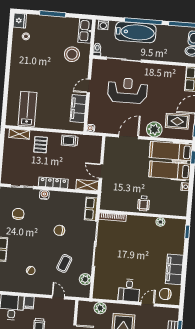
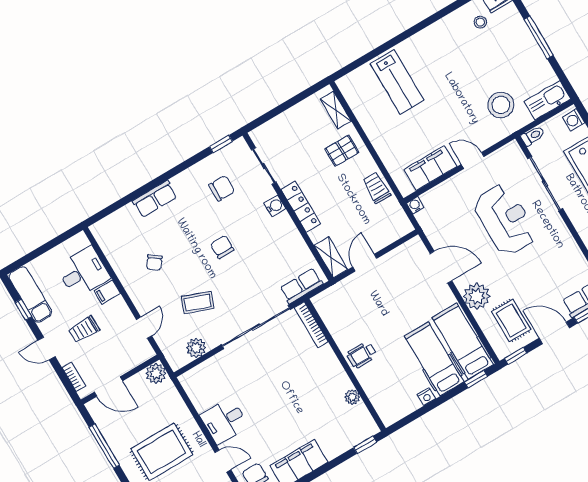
lab bench: (28, 109) -> (397, 82), moved, turned 90
chair: (59, 230) -> (222, 247), moved
plant: (100, 308) -> (156, 373), moved

